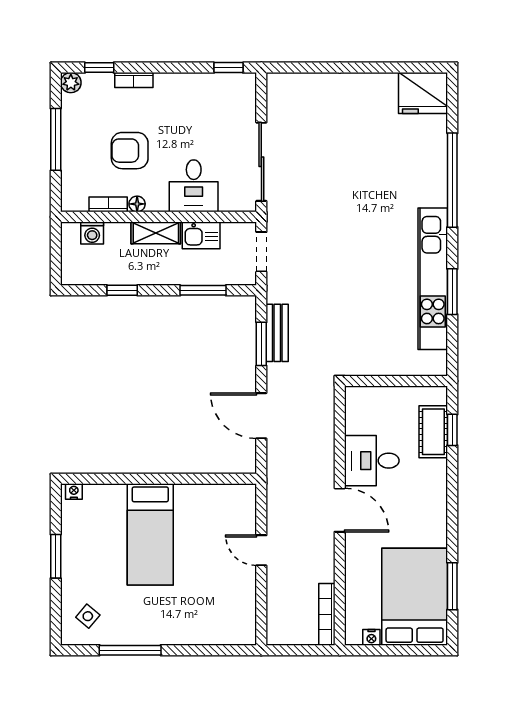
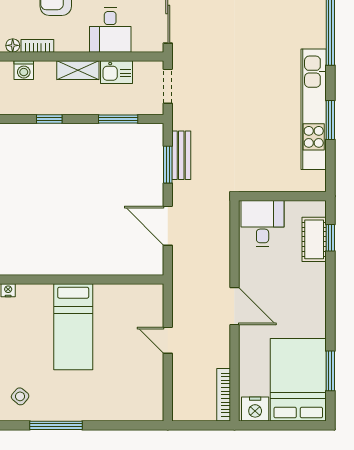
floor lamp: (137, 204) -> (13, 45), moved
desk: (372, 461) -> (263, 223), moved, turned 90
nightstand: (371, 637) -> (255, 409), width x1.89, depth x1.79

